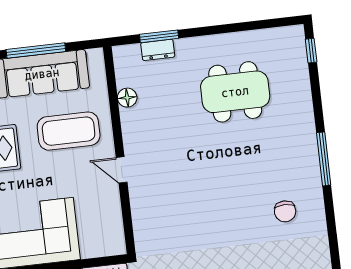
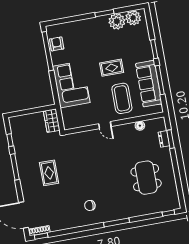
door: (122, 170) -> (105, 125), swing flipped

